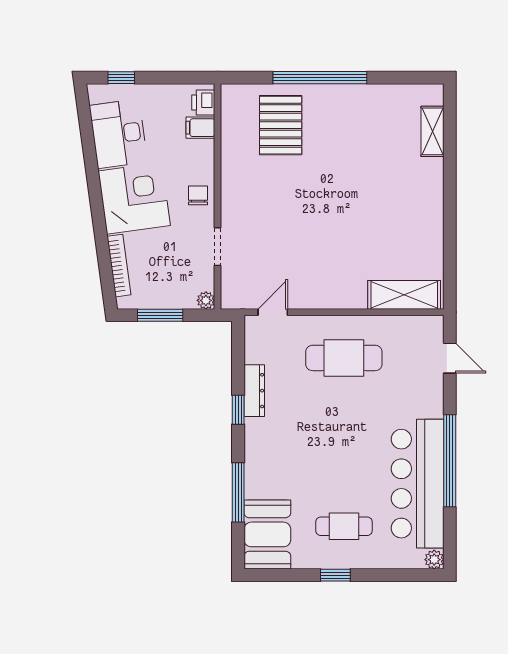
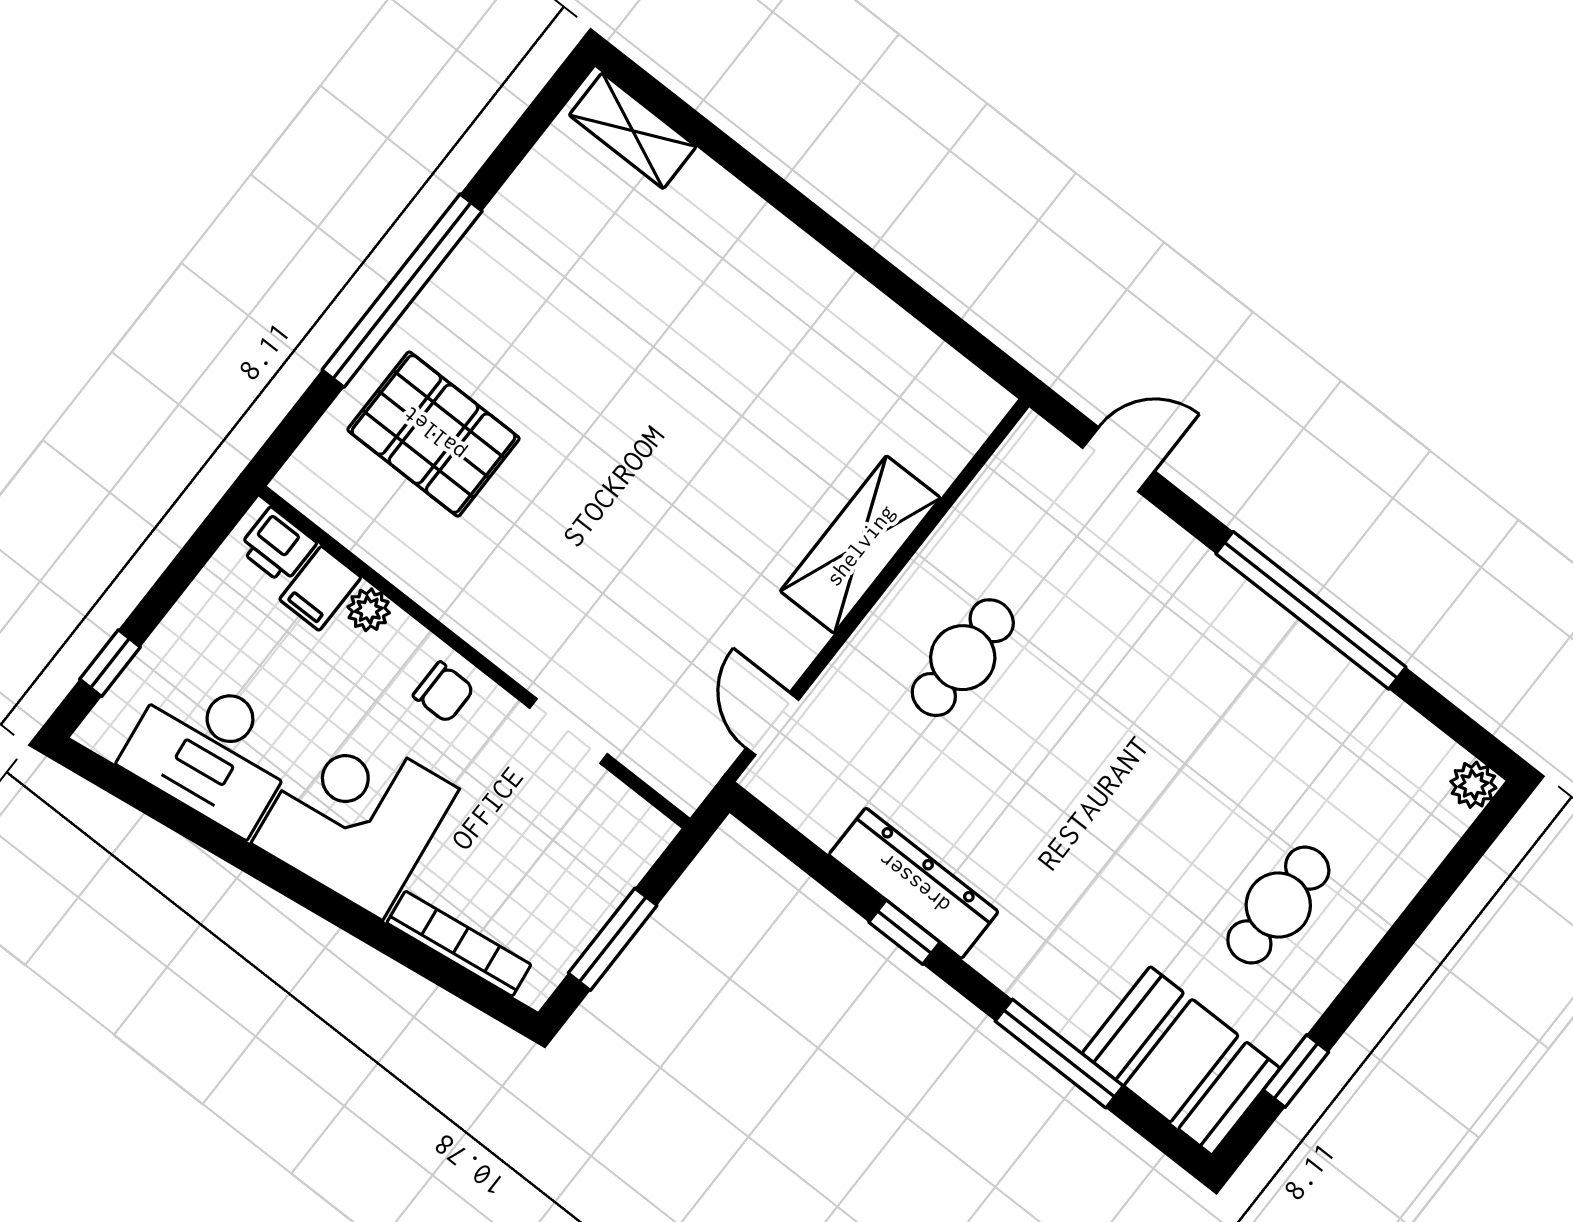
shelving: (433, 131) -> (633, 131), moved
chair: (198, 195) -> (444, 692), turned 180
shelving: (404, 295) -> (860, 545), moved
plant: (206, 300) -> (369, 610), moved
cafe table: (344, 358) -> (963, 658), width x0.73, depth x0.74
dresser: (254, 391) -> (914, 883), width x1.37, depth x1.24
bar counter: (418, 484) -> (1307, 704), removed
window: (335, 575) -> (1296, 1071), moved

